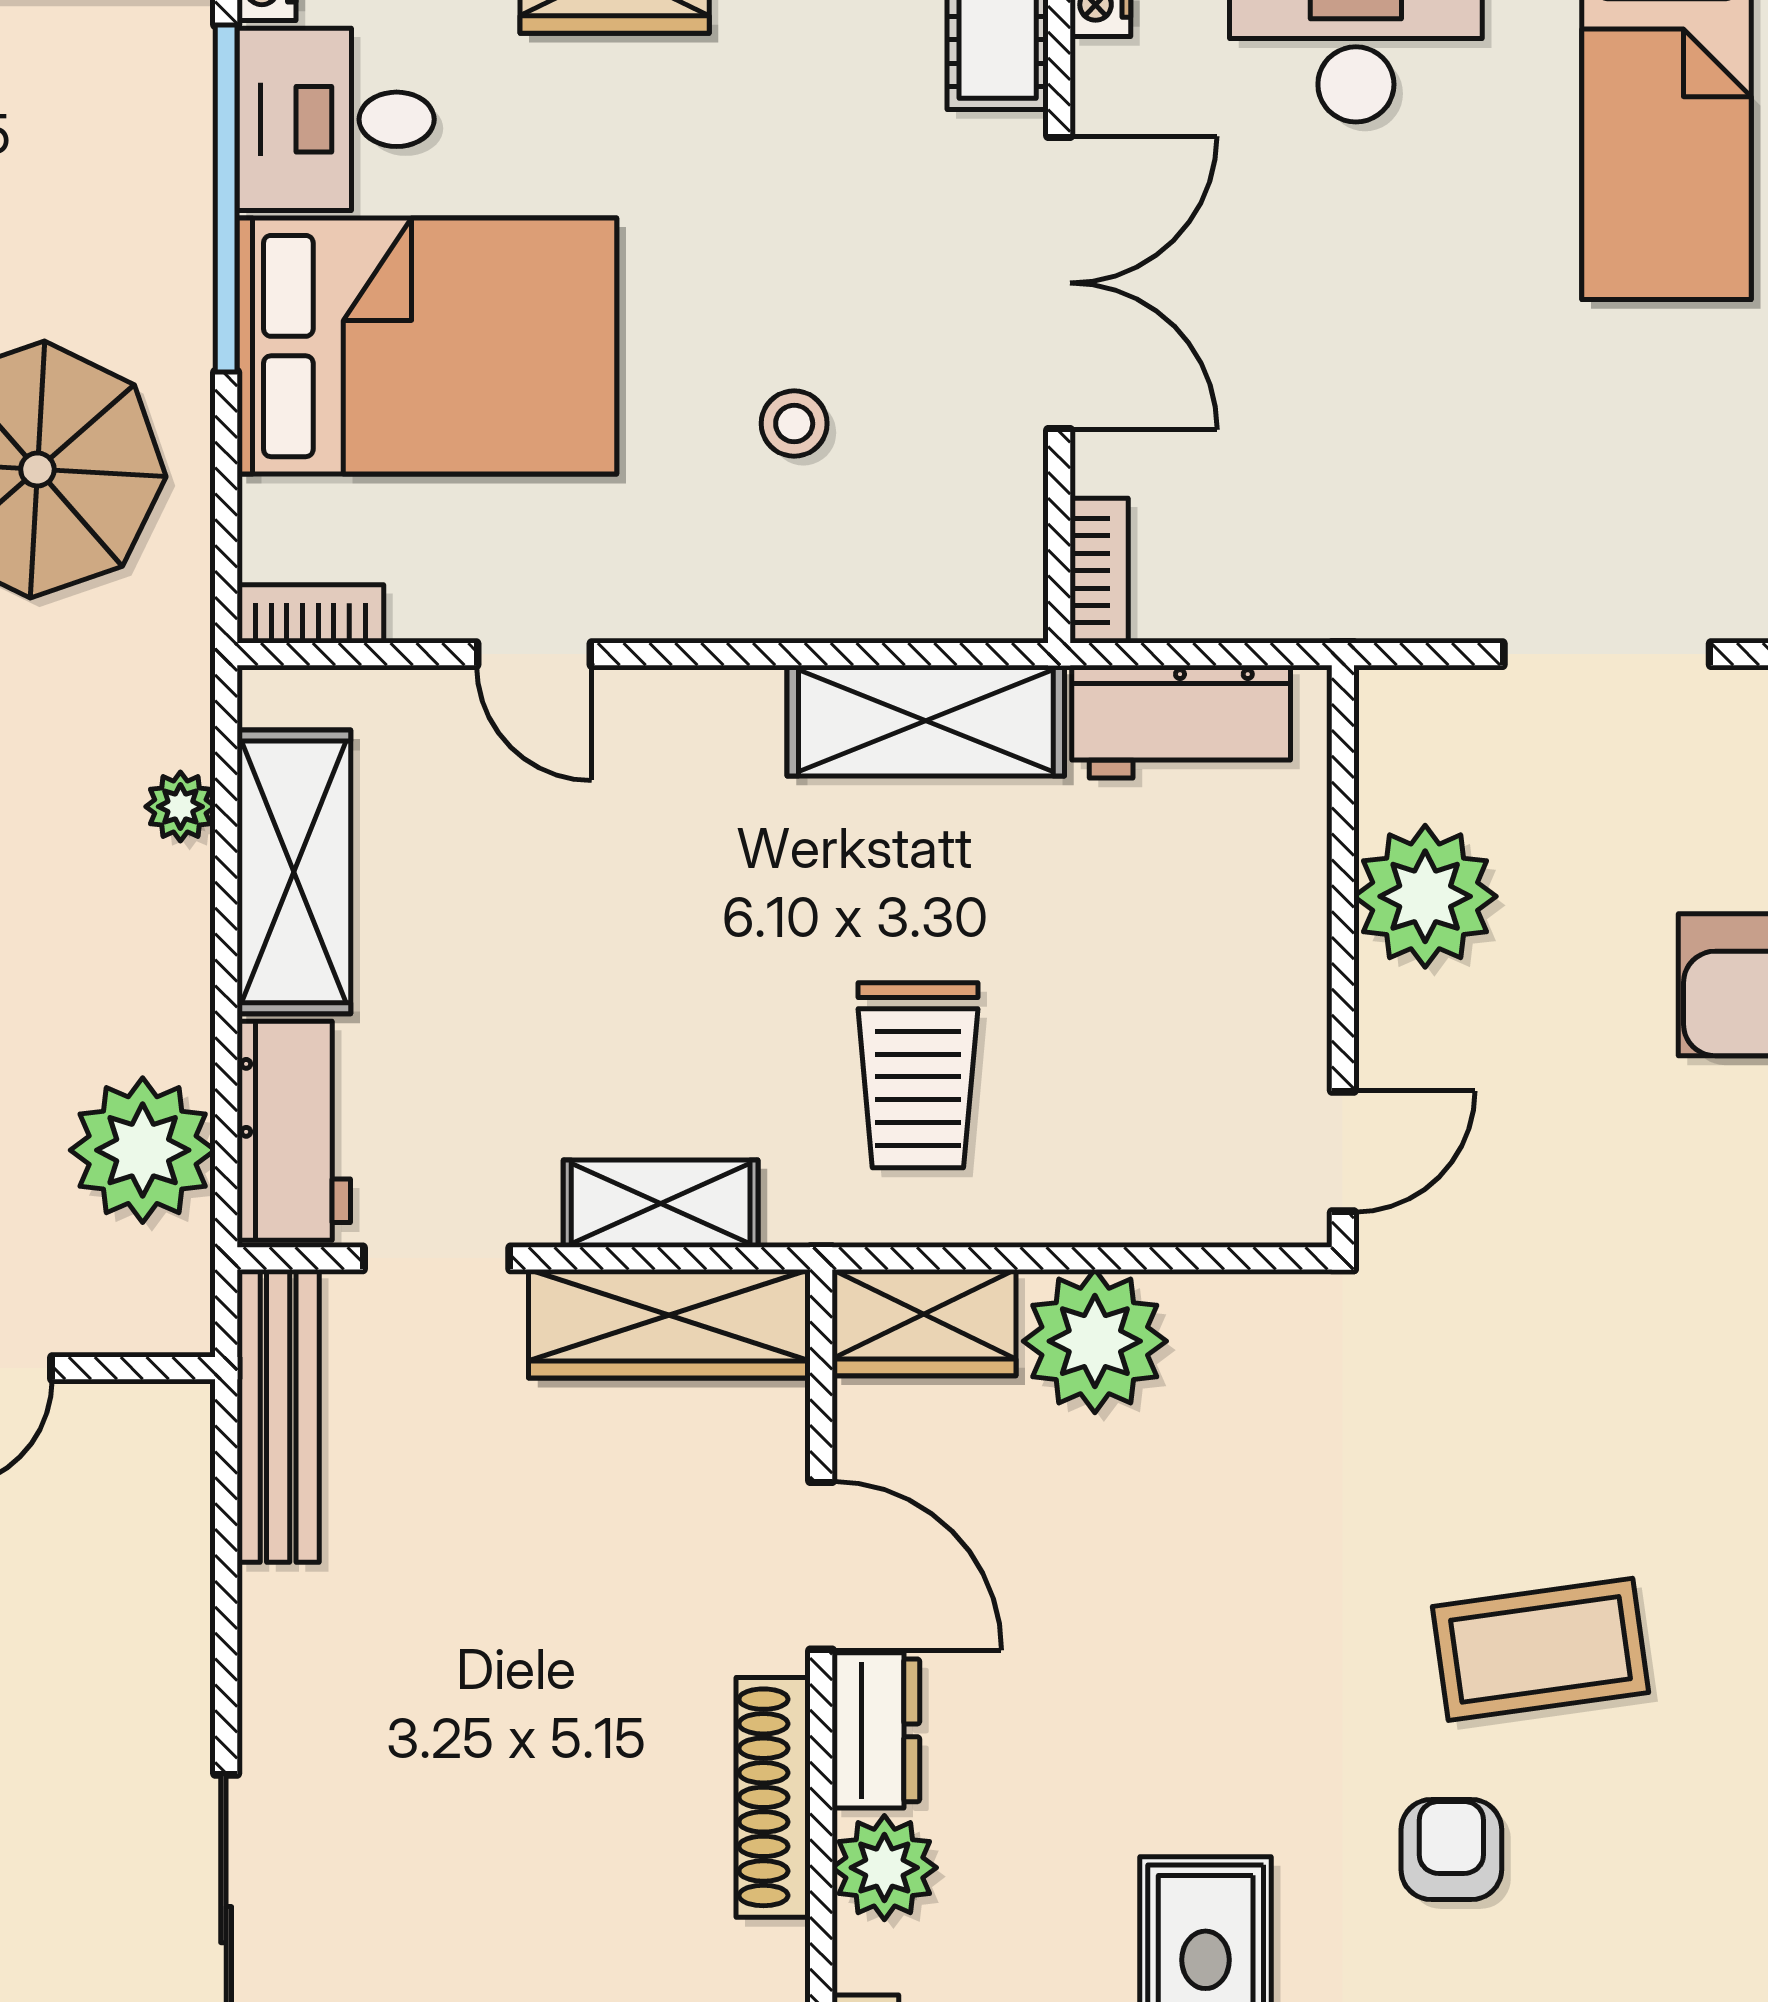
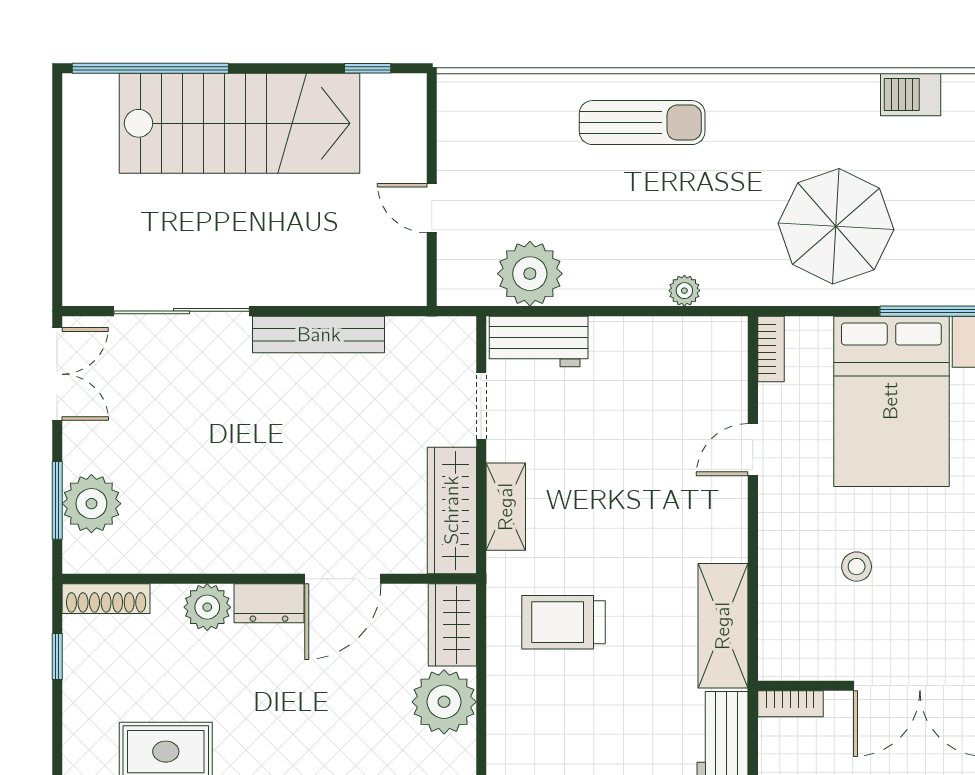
shelving: (294, 872) -> (655, 342), removed
bench: (278, 1416) -> (319, 335), moved
shoe rack: (773, 1797) -> (239, 557), removed

